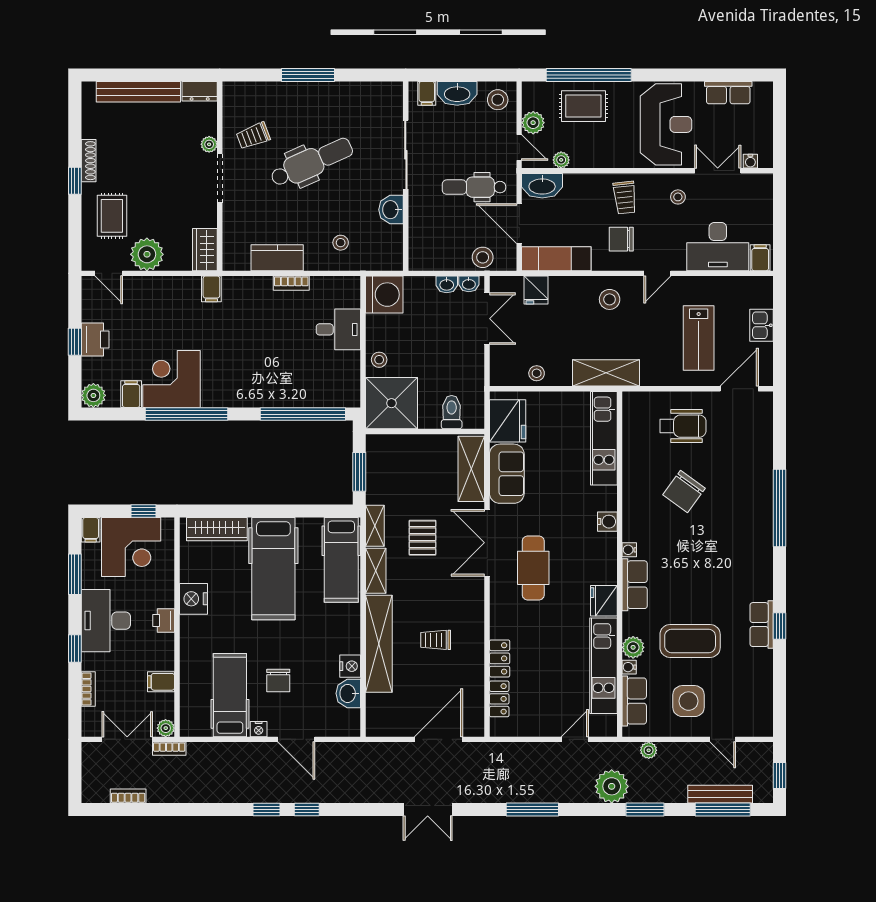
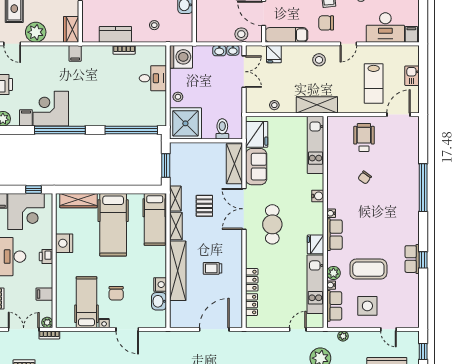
wheelchair: (683, 426) -> (364, 137), turned -90
chair: (684, 491) -> (365, 177), width x0.54, depth x0.54

